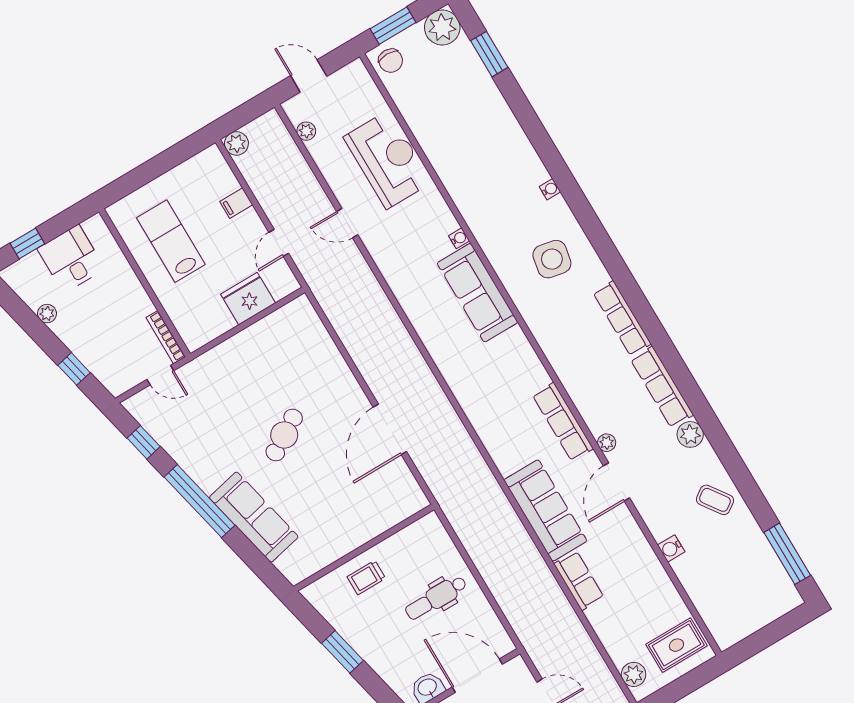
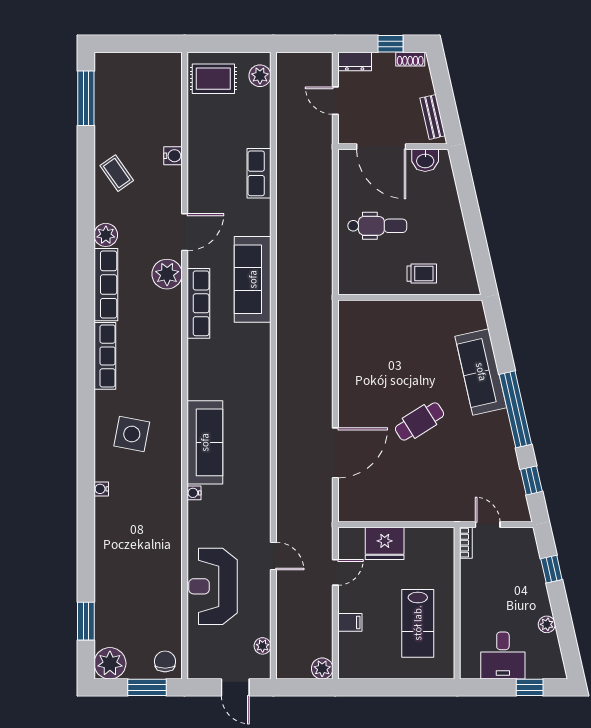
bookcase: (166, 337) -> (466, 543), width x0.64
door: (390, 429) -> (335, 453), moved
plant: (607, 443) -> (167, 274), width x1.88, depth x1.88
sofa: (545, 510) -> (253, 279), moved
window: (343, 652) -> (474, 227), removed

